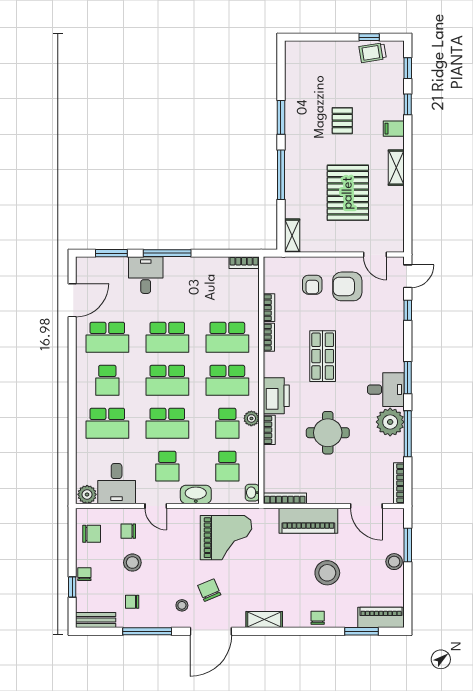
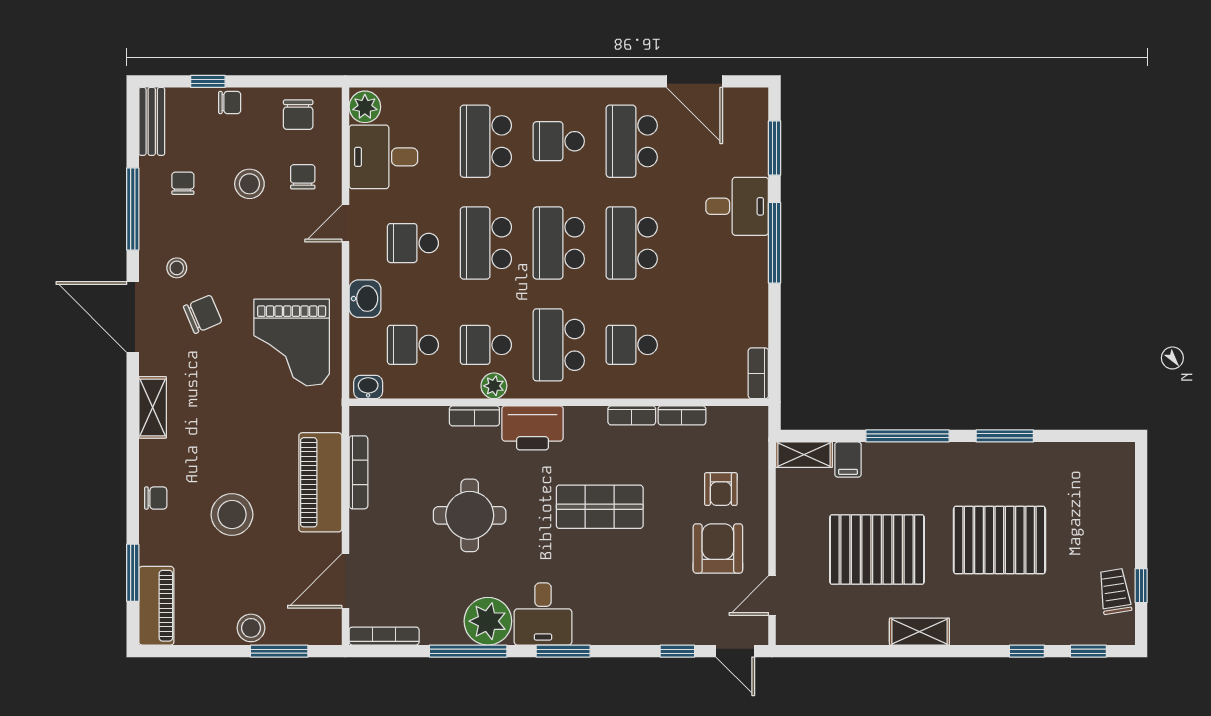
pallet: (342, 121) -> (999, 540), width x2.05, depth x2.00
filing cabinet: (394, 129) -> (848, 460), moved, turned 180
armchair: (312, 285) -> (721, 489), turned -90
school desk: (227, 337) -> (632, 345), width x0.54
washbasin: (196, 494) -> (365, 299), width x0.72
bookcase: (285, 498) -> (358, 472), moved

